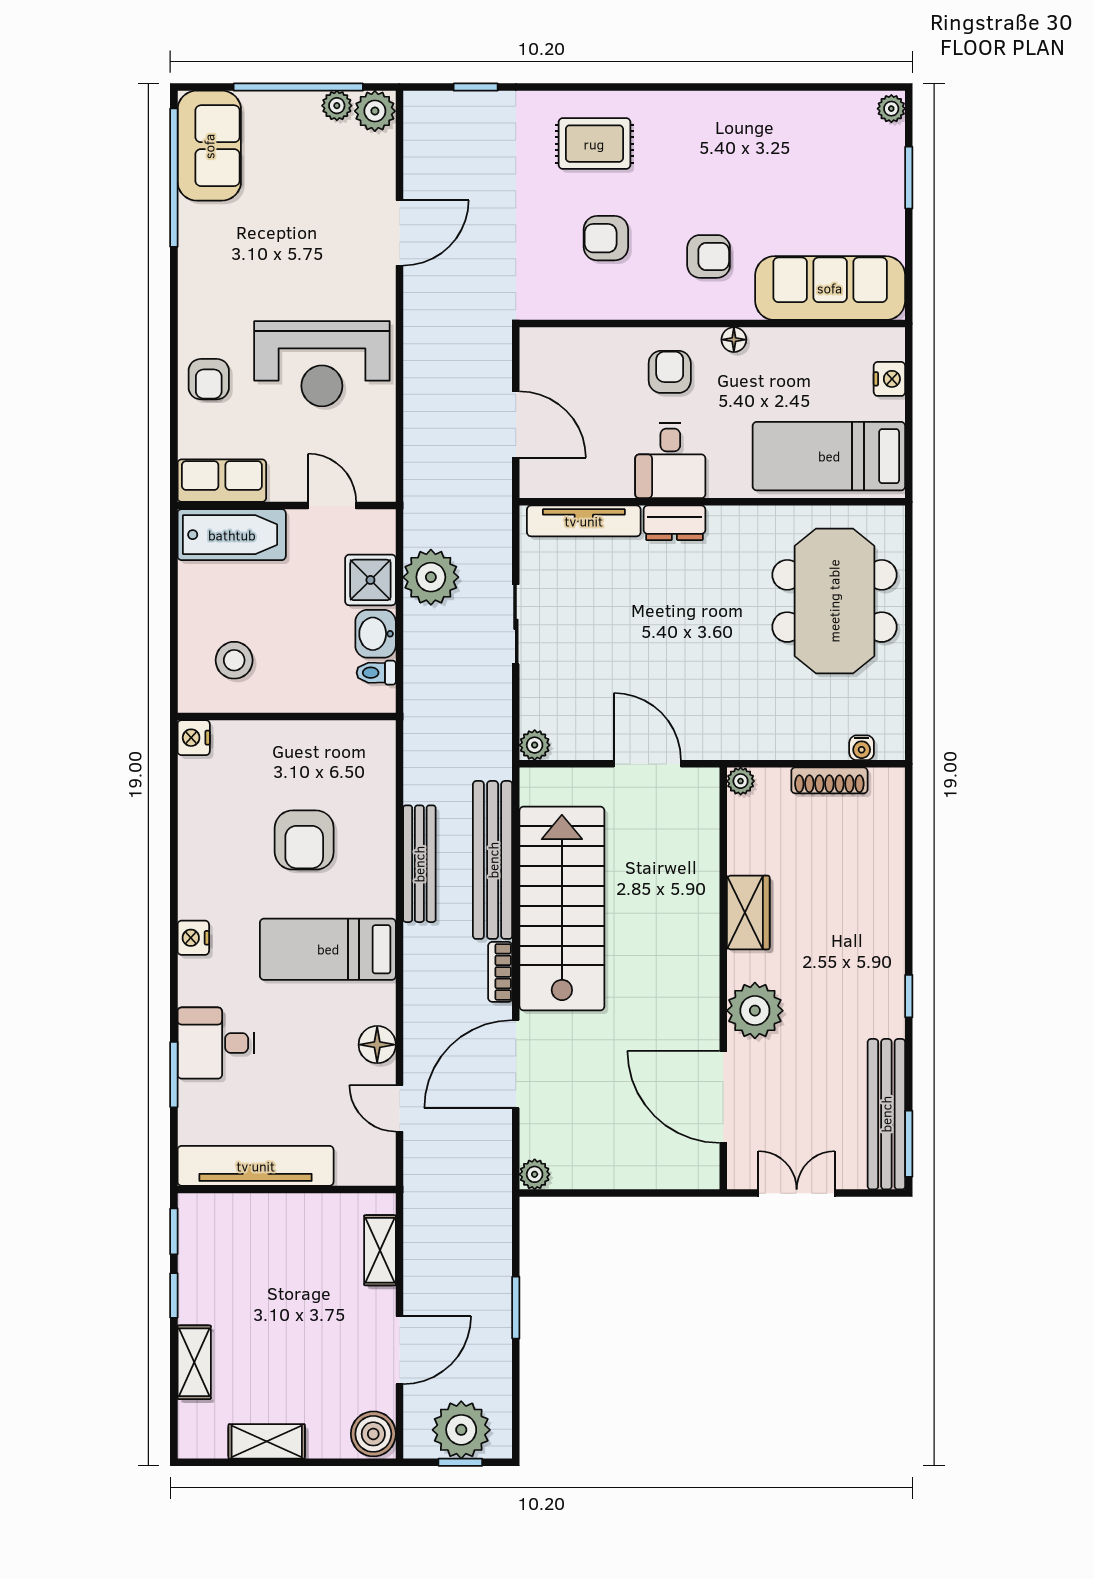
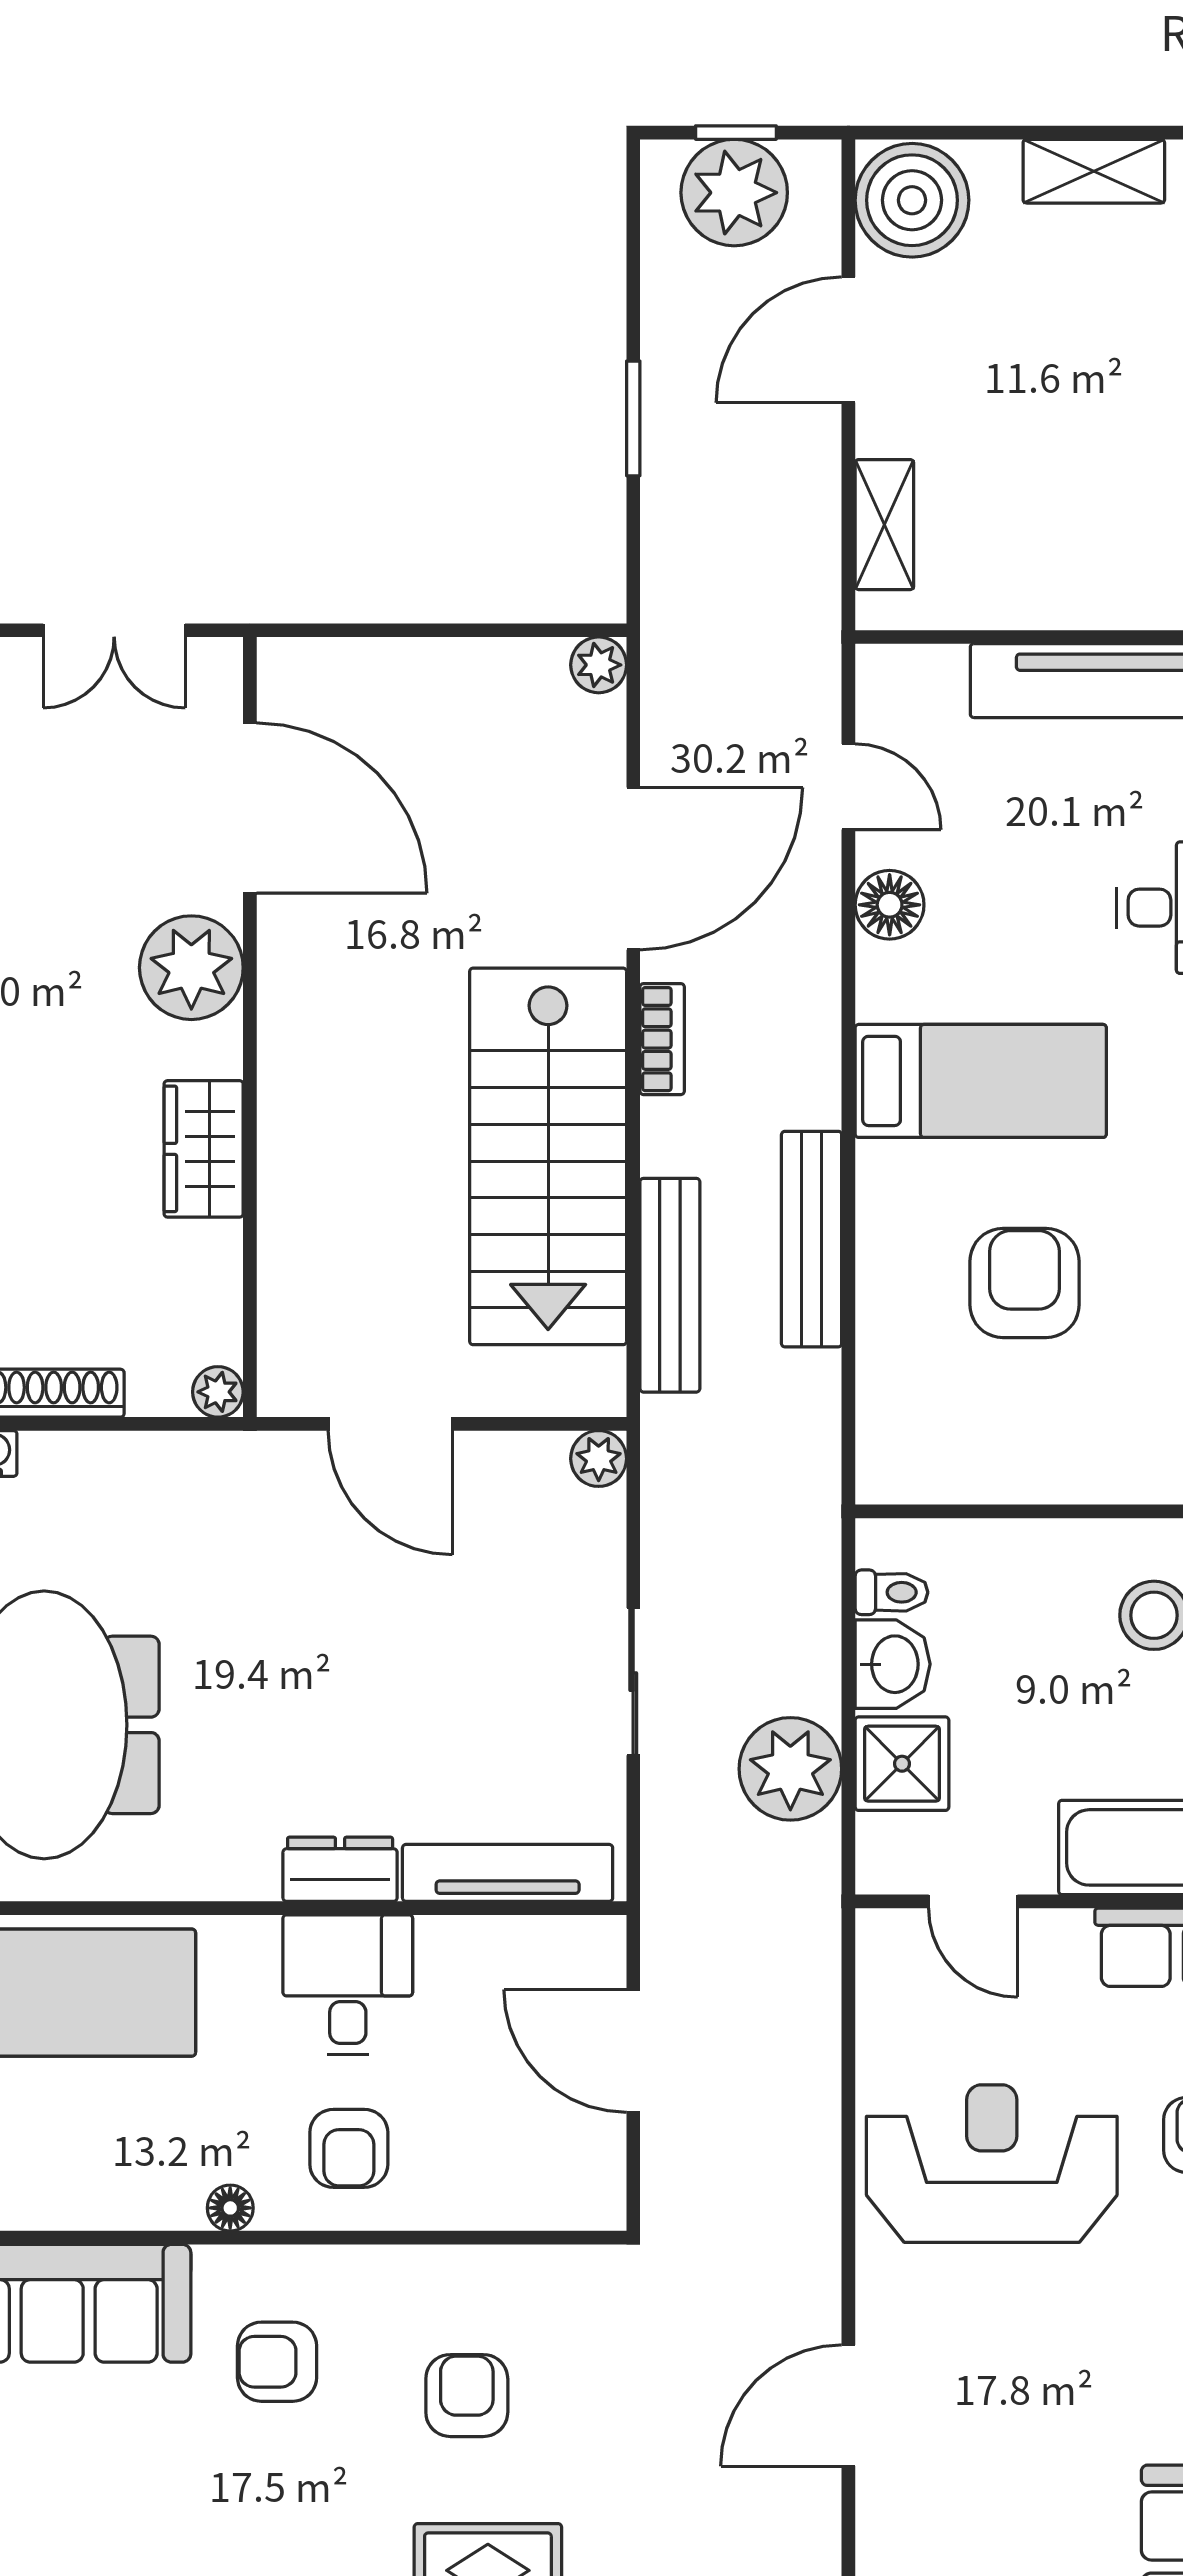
armchair: (606, 238) -> (467, 2396), turned -90
bench: (493, 860) -> (670, 1285), width x0.73, depth x0.82
boiler: (373, 1434) -> (912, 200), width x1.37, depth x1.37

